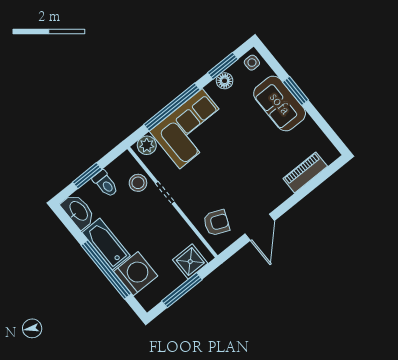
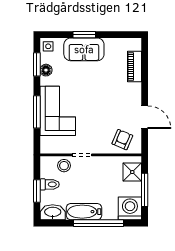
window: (172, 107) -> (37, 112), width x0.68
plant: (147, 145) -> (47, 143), removed
washing machine: (136, 274) -> (130, 208), moved

